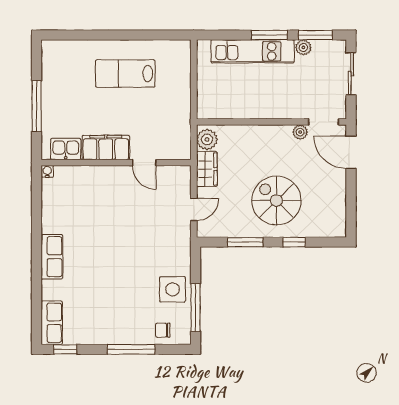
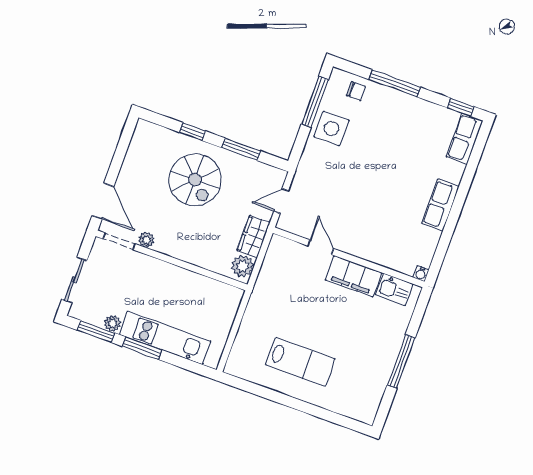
filing cabinet: (106, 148) -> (353, 276), moved
kitchen sink: (66, 149) -> (394, 289), moved
wall: (116, 163) -> (349, 257), moved
door: (144, 163) -> (321, 247), moved
water cooler: (47, 171) -> (421, 274), moved

